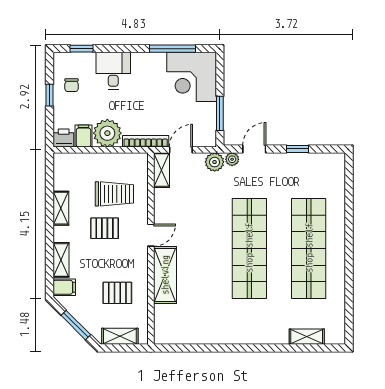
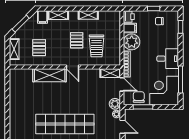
desk: (113, 71) -> (168, 59), moved
chair: (203, 121) -> (139, 97), added

